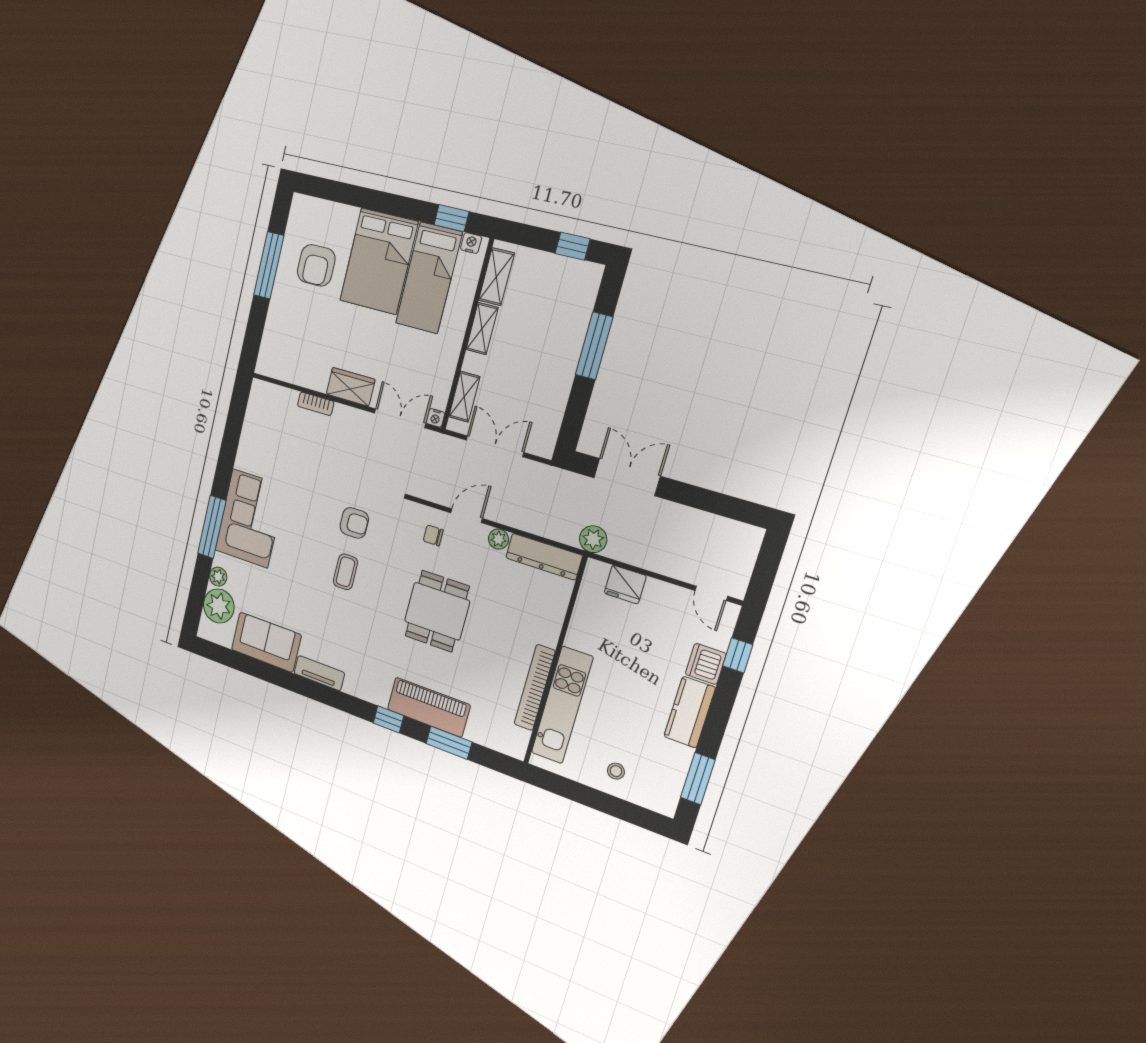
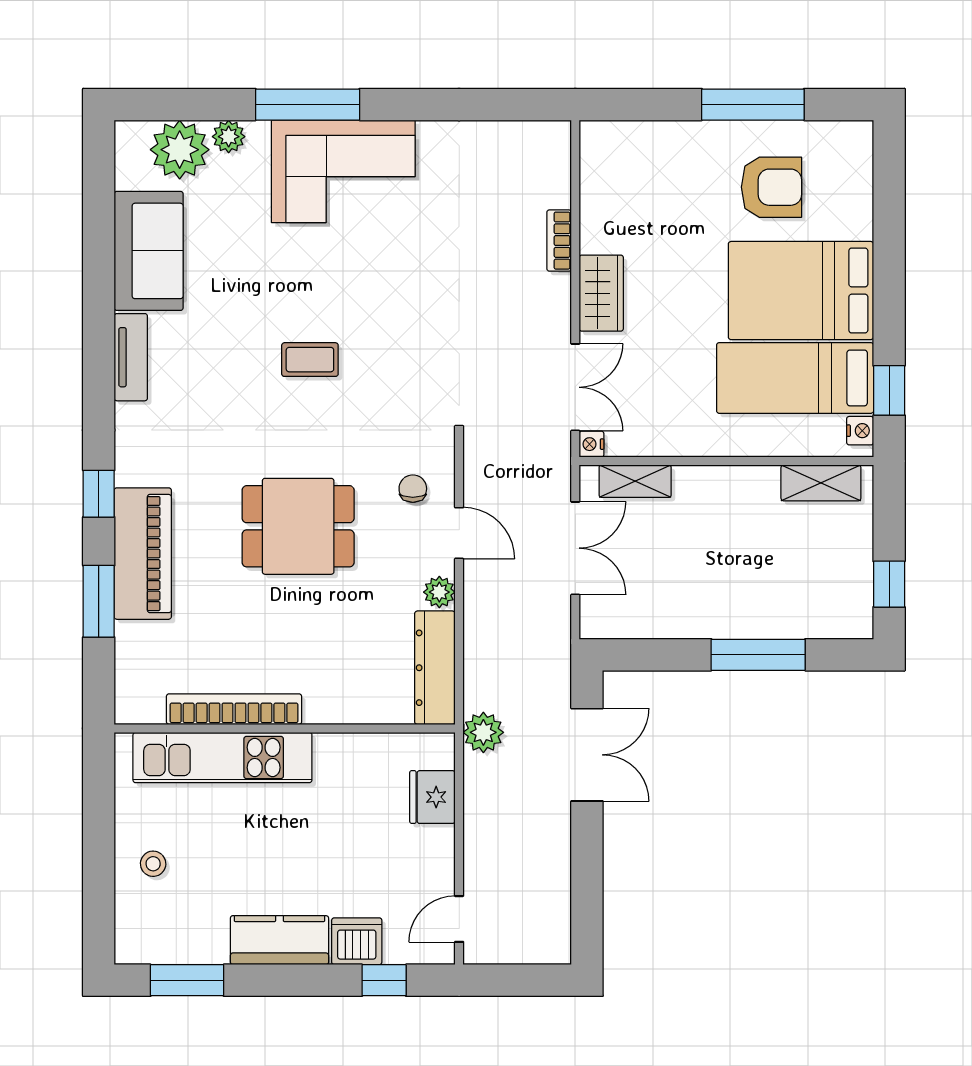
armchair: (316, 265) -> (771, 187), turned 180
shelving: (482, 329) -> (741, 481), removed
armchair: (354, 523) -> (392, 354), removed

